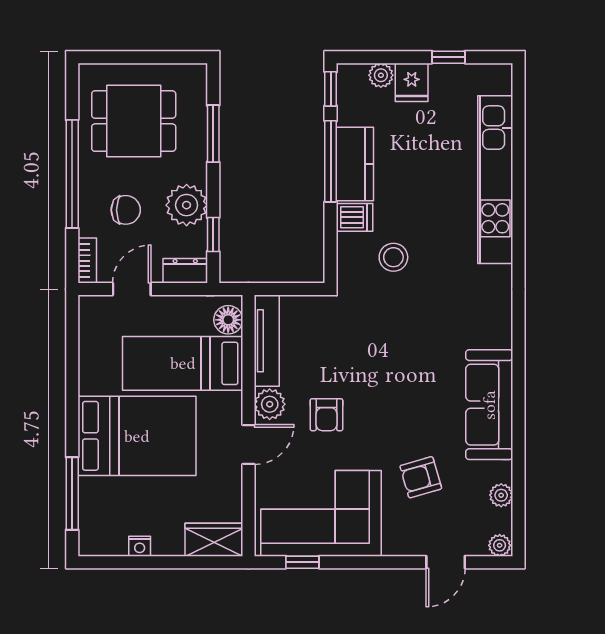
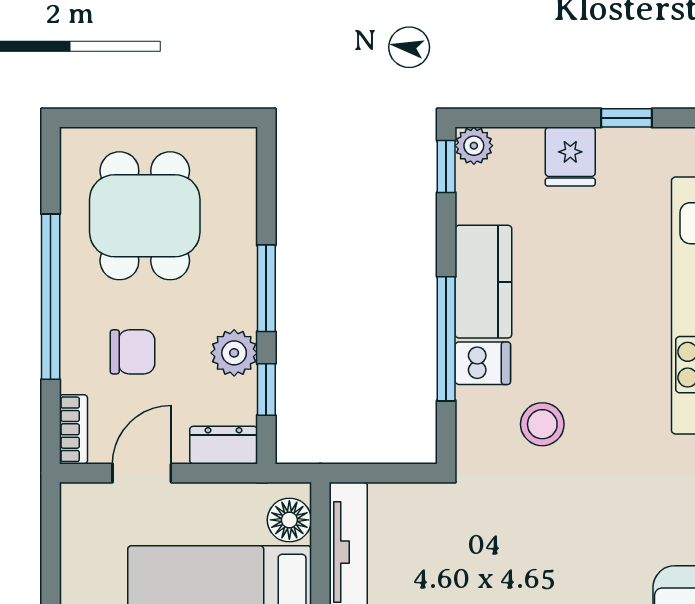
plant: (381, 75) -> (474, 146), moved
dining table: (134, 121) -> (145, 216), turned 90
window: (213, 134) -> (266, 288), moved
window: (331, 161) -> (446, 339), moved
plant: (187, 205) -> (234, 353), width x0.73, depth x0.73

